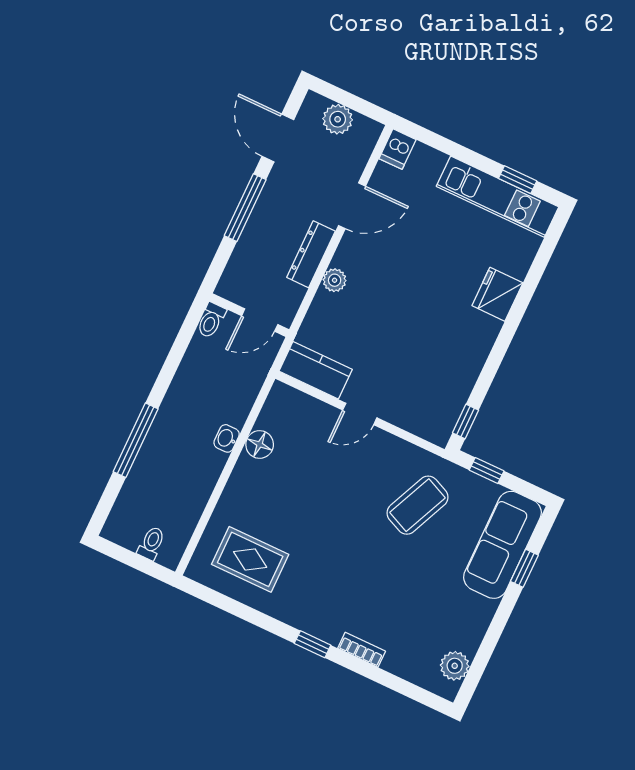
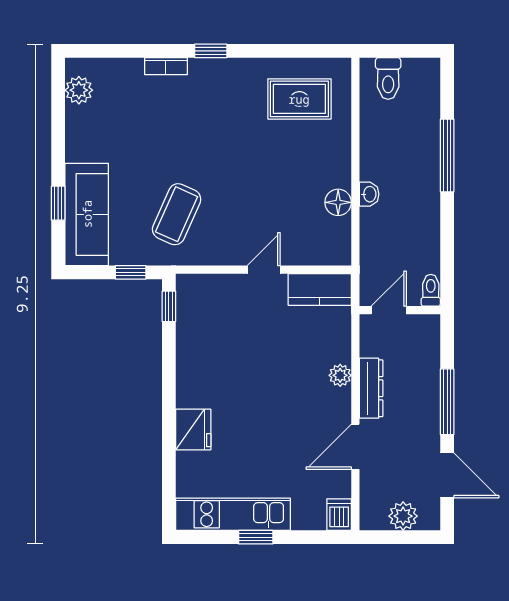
window: (518, 180) -> (256, 537), moved
toilet: (151, 543) -> (388, 78), width x1.37, depth x1.39

